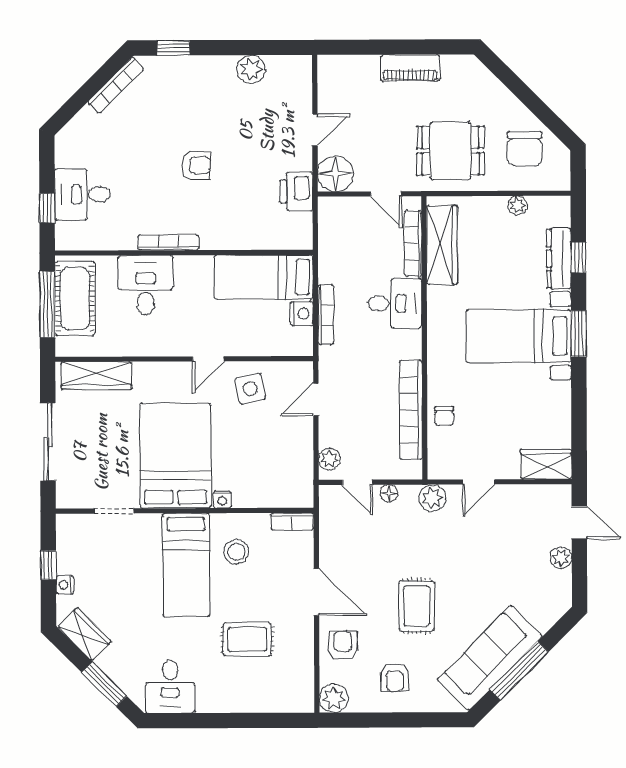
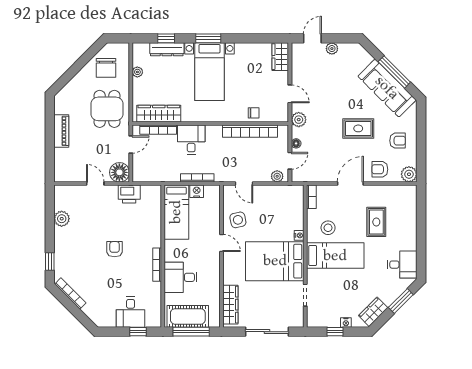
chair: (525, 149) -> (106, 68), turned 90

